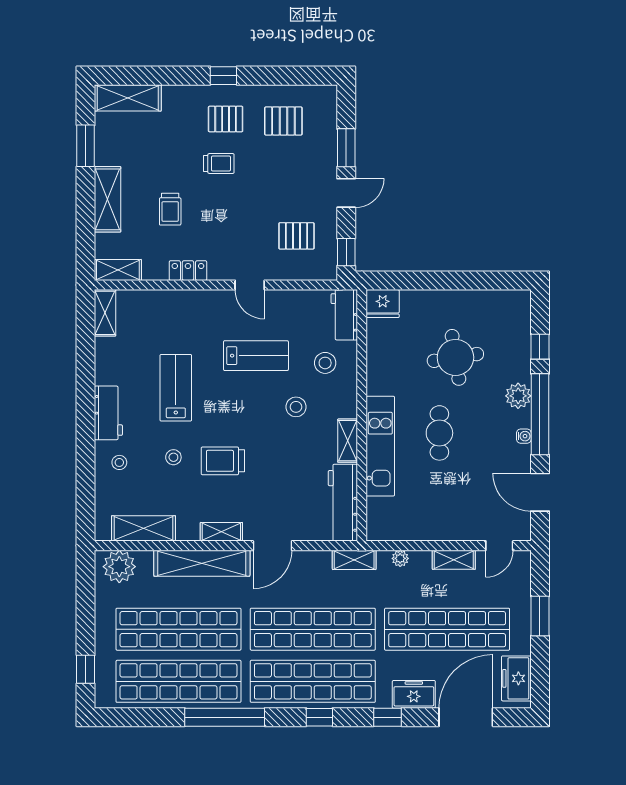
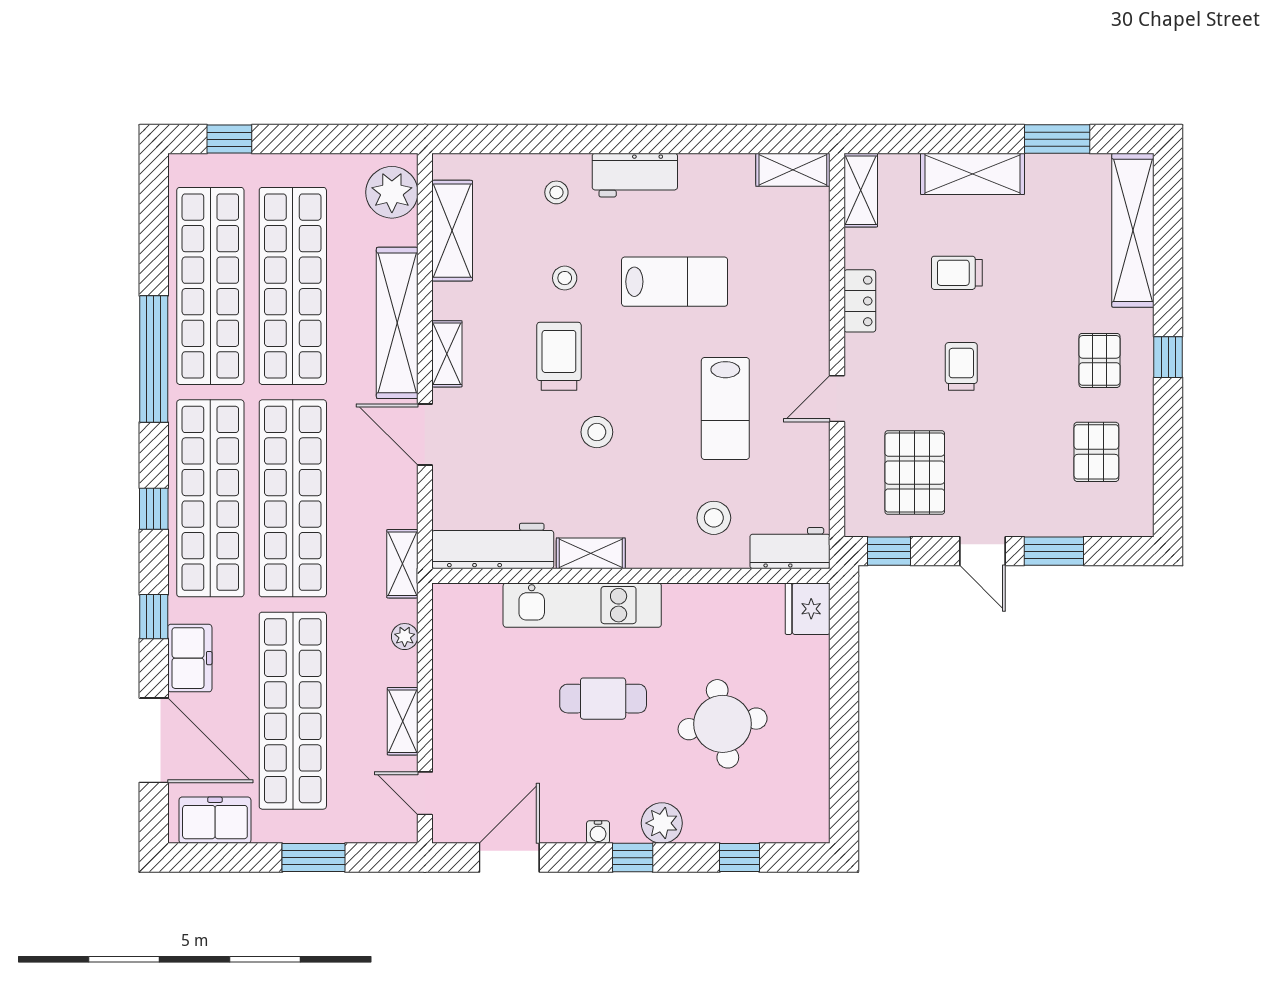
shelving: (128, 98) -> (1133, 230), width x1.47
trolley: (219, 163) -> (961, 366), moved, turned 180
pallet: (296, 236) -> (915, 473), width x1.50, depth x1.42
stool: (296, 407) -> (597, 432), moved
window: (540, 414) -> (633, 858), width x0.32

